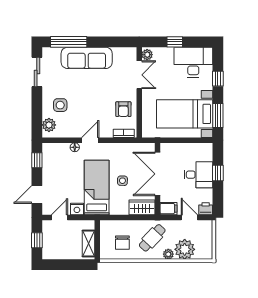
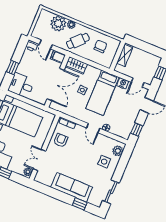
window: (69, 42) -> (80, 204), width x0.46
door: (90, 140) -> (93, 128), hinge flipped
desk: (198, 175) -> (21, 85), moved

